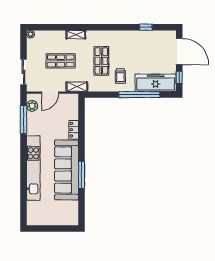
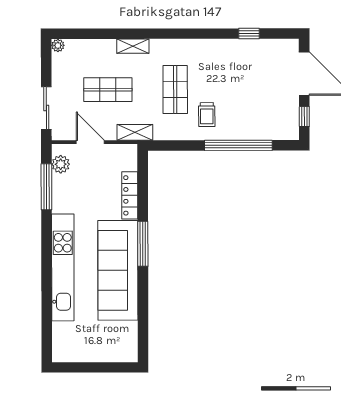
freezer: (156, 83) -> (265, 126), removed
door: (50, 93) -> (90, 142), swing flipped
locker: (74, 130) -> (130, 195), width x1.53
window: (82, 175) -> (143, 244), moved

